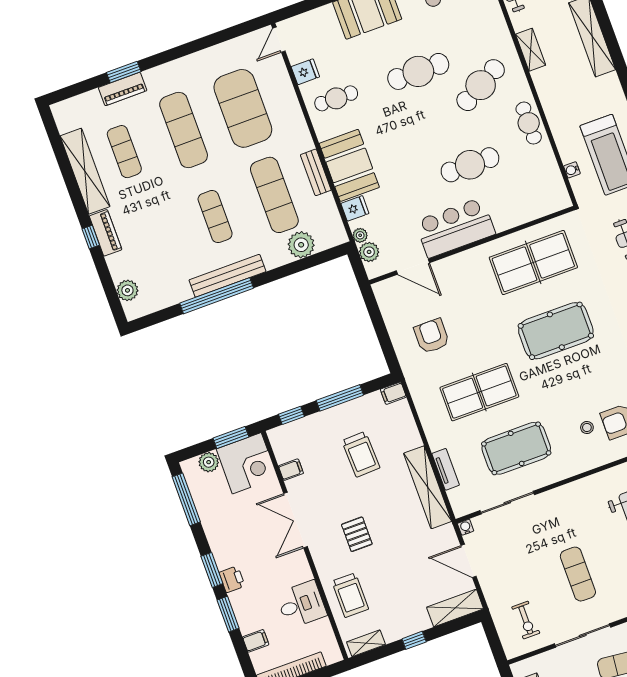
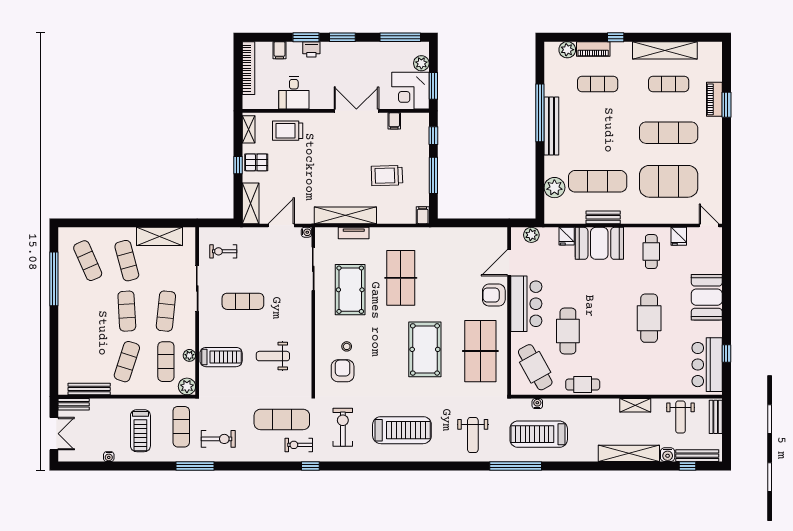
cafe table: (481, 85) -> (535, 367), moved
exercise mat: (215, 217) -> (598, 84), moved
piano: (106, 233) -> (593, 49), moved
plant: (360, 235) -> (546, 233), removed
armchair: (432, 336) -> (494, 295), moved, turned 180
pallet: (357, 534) -> (256, 162), moved
printer: (232, 579) -> (311, 49), moved

